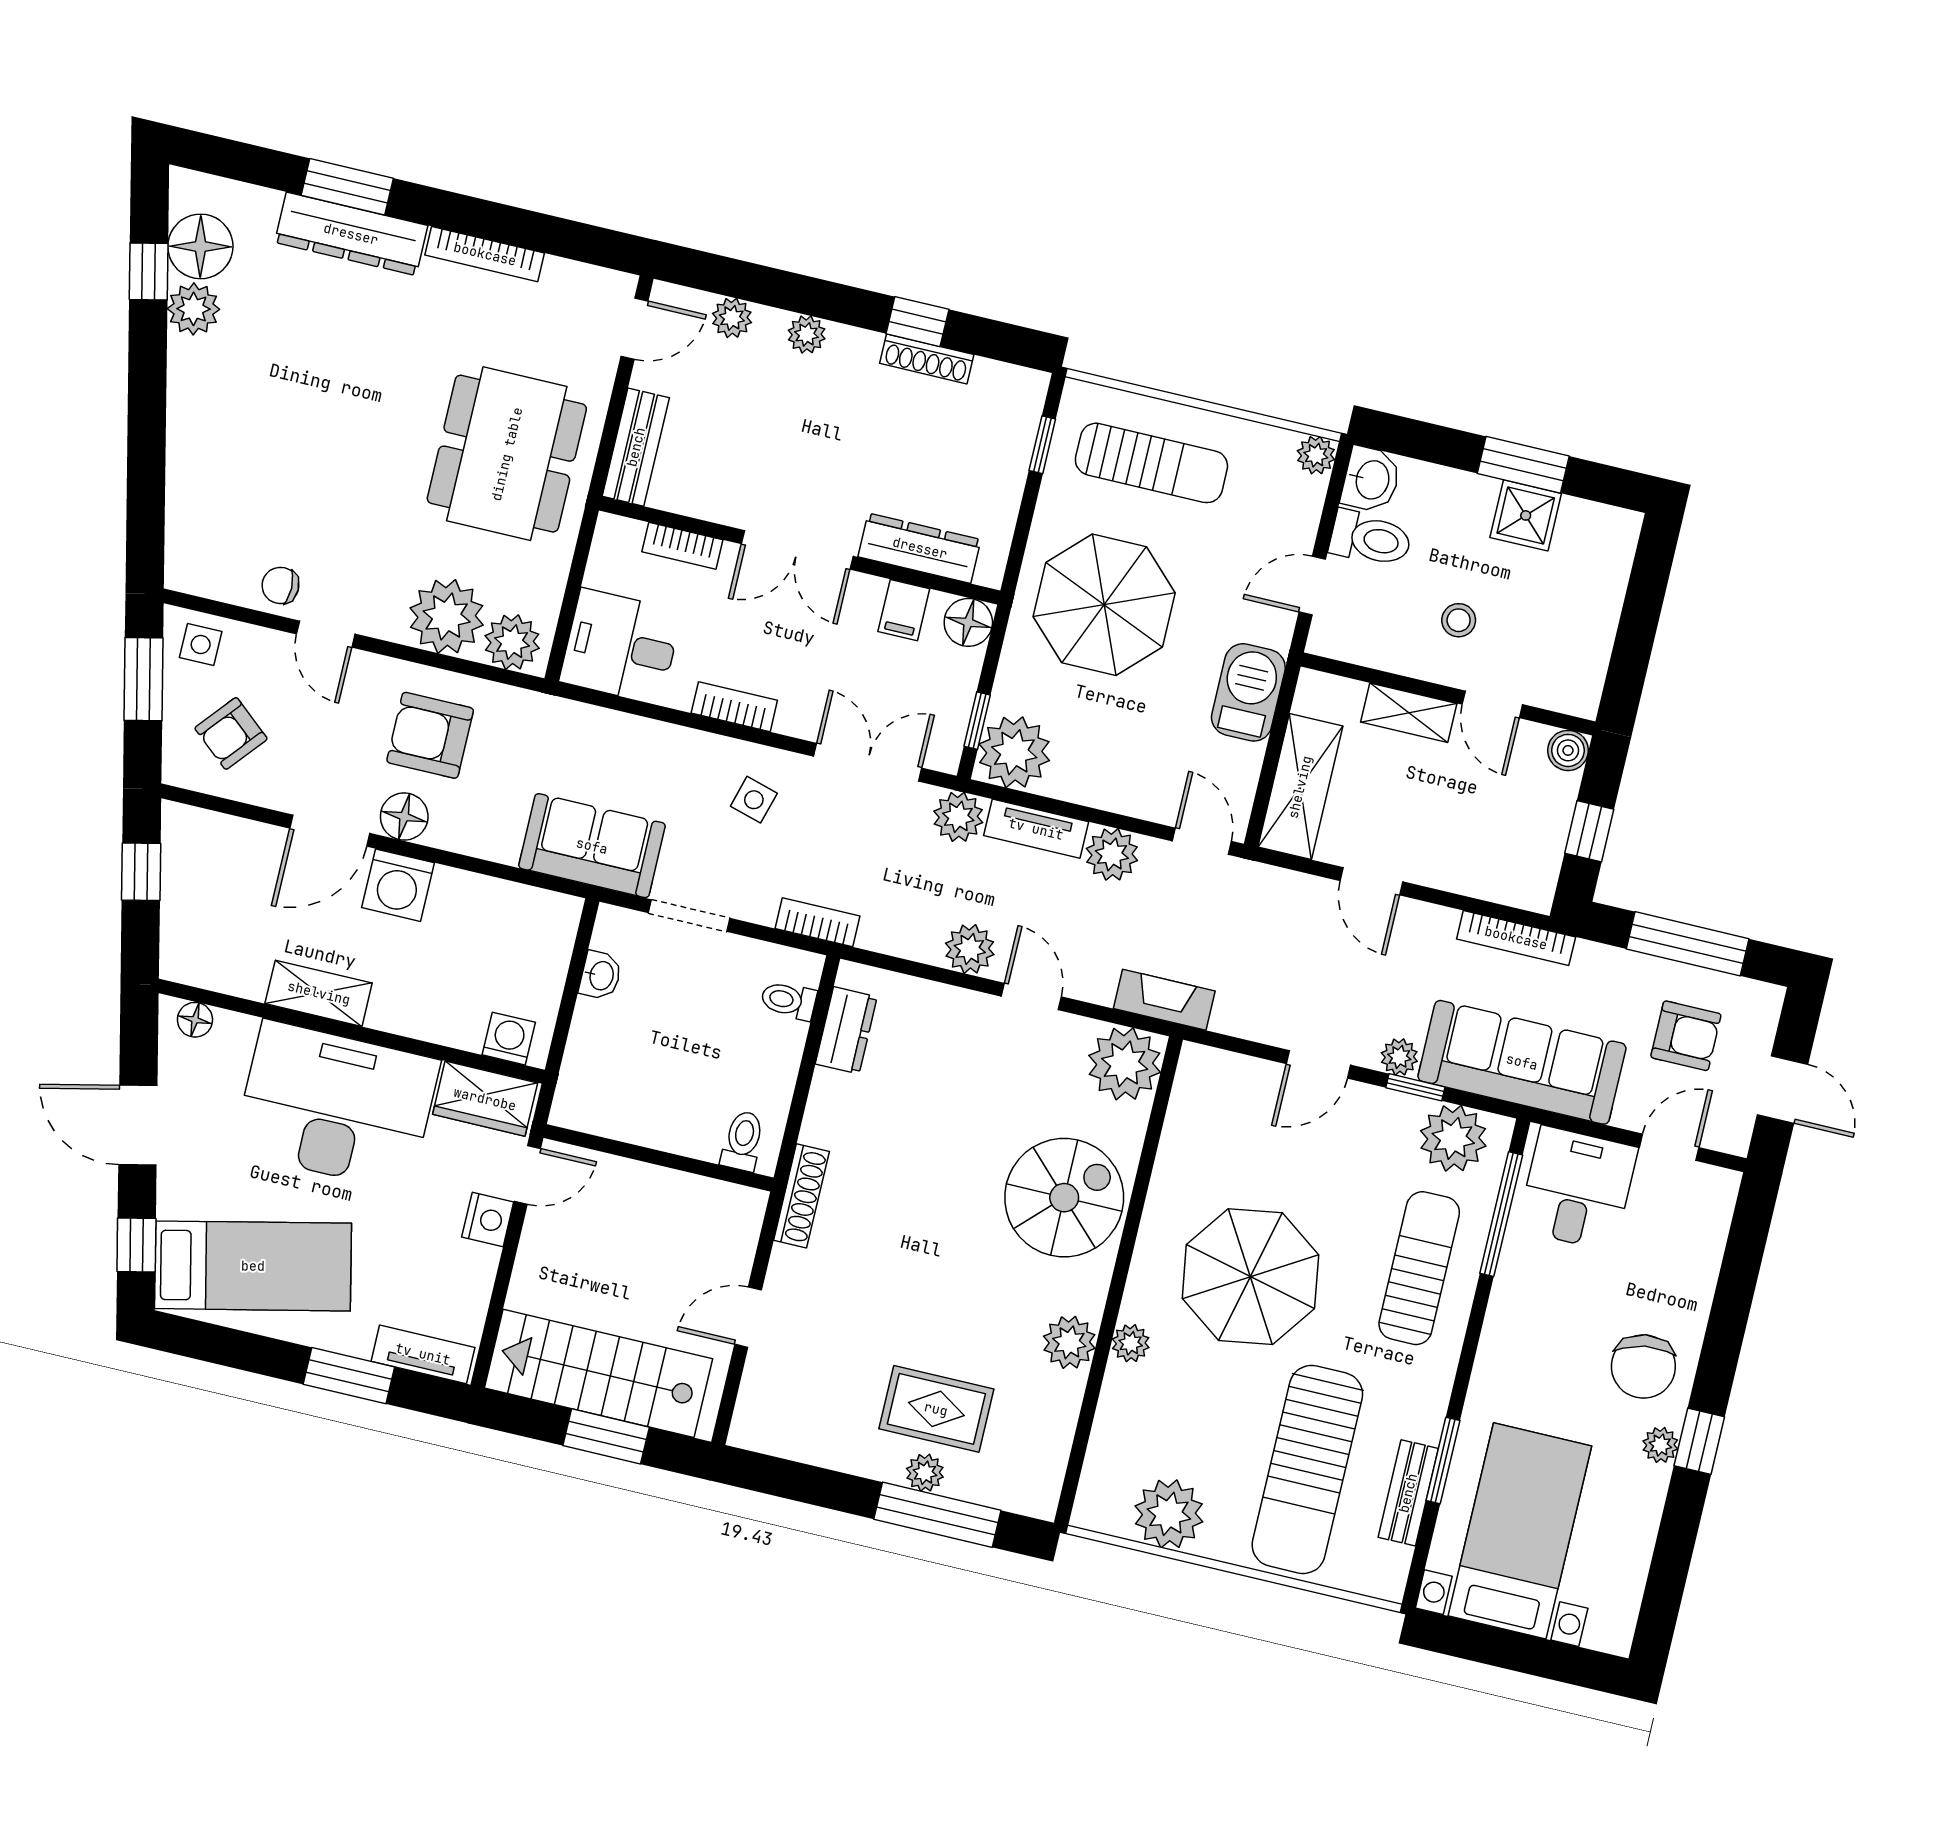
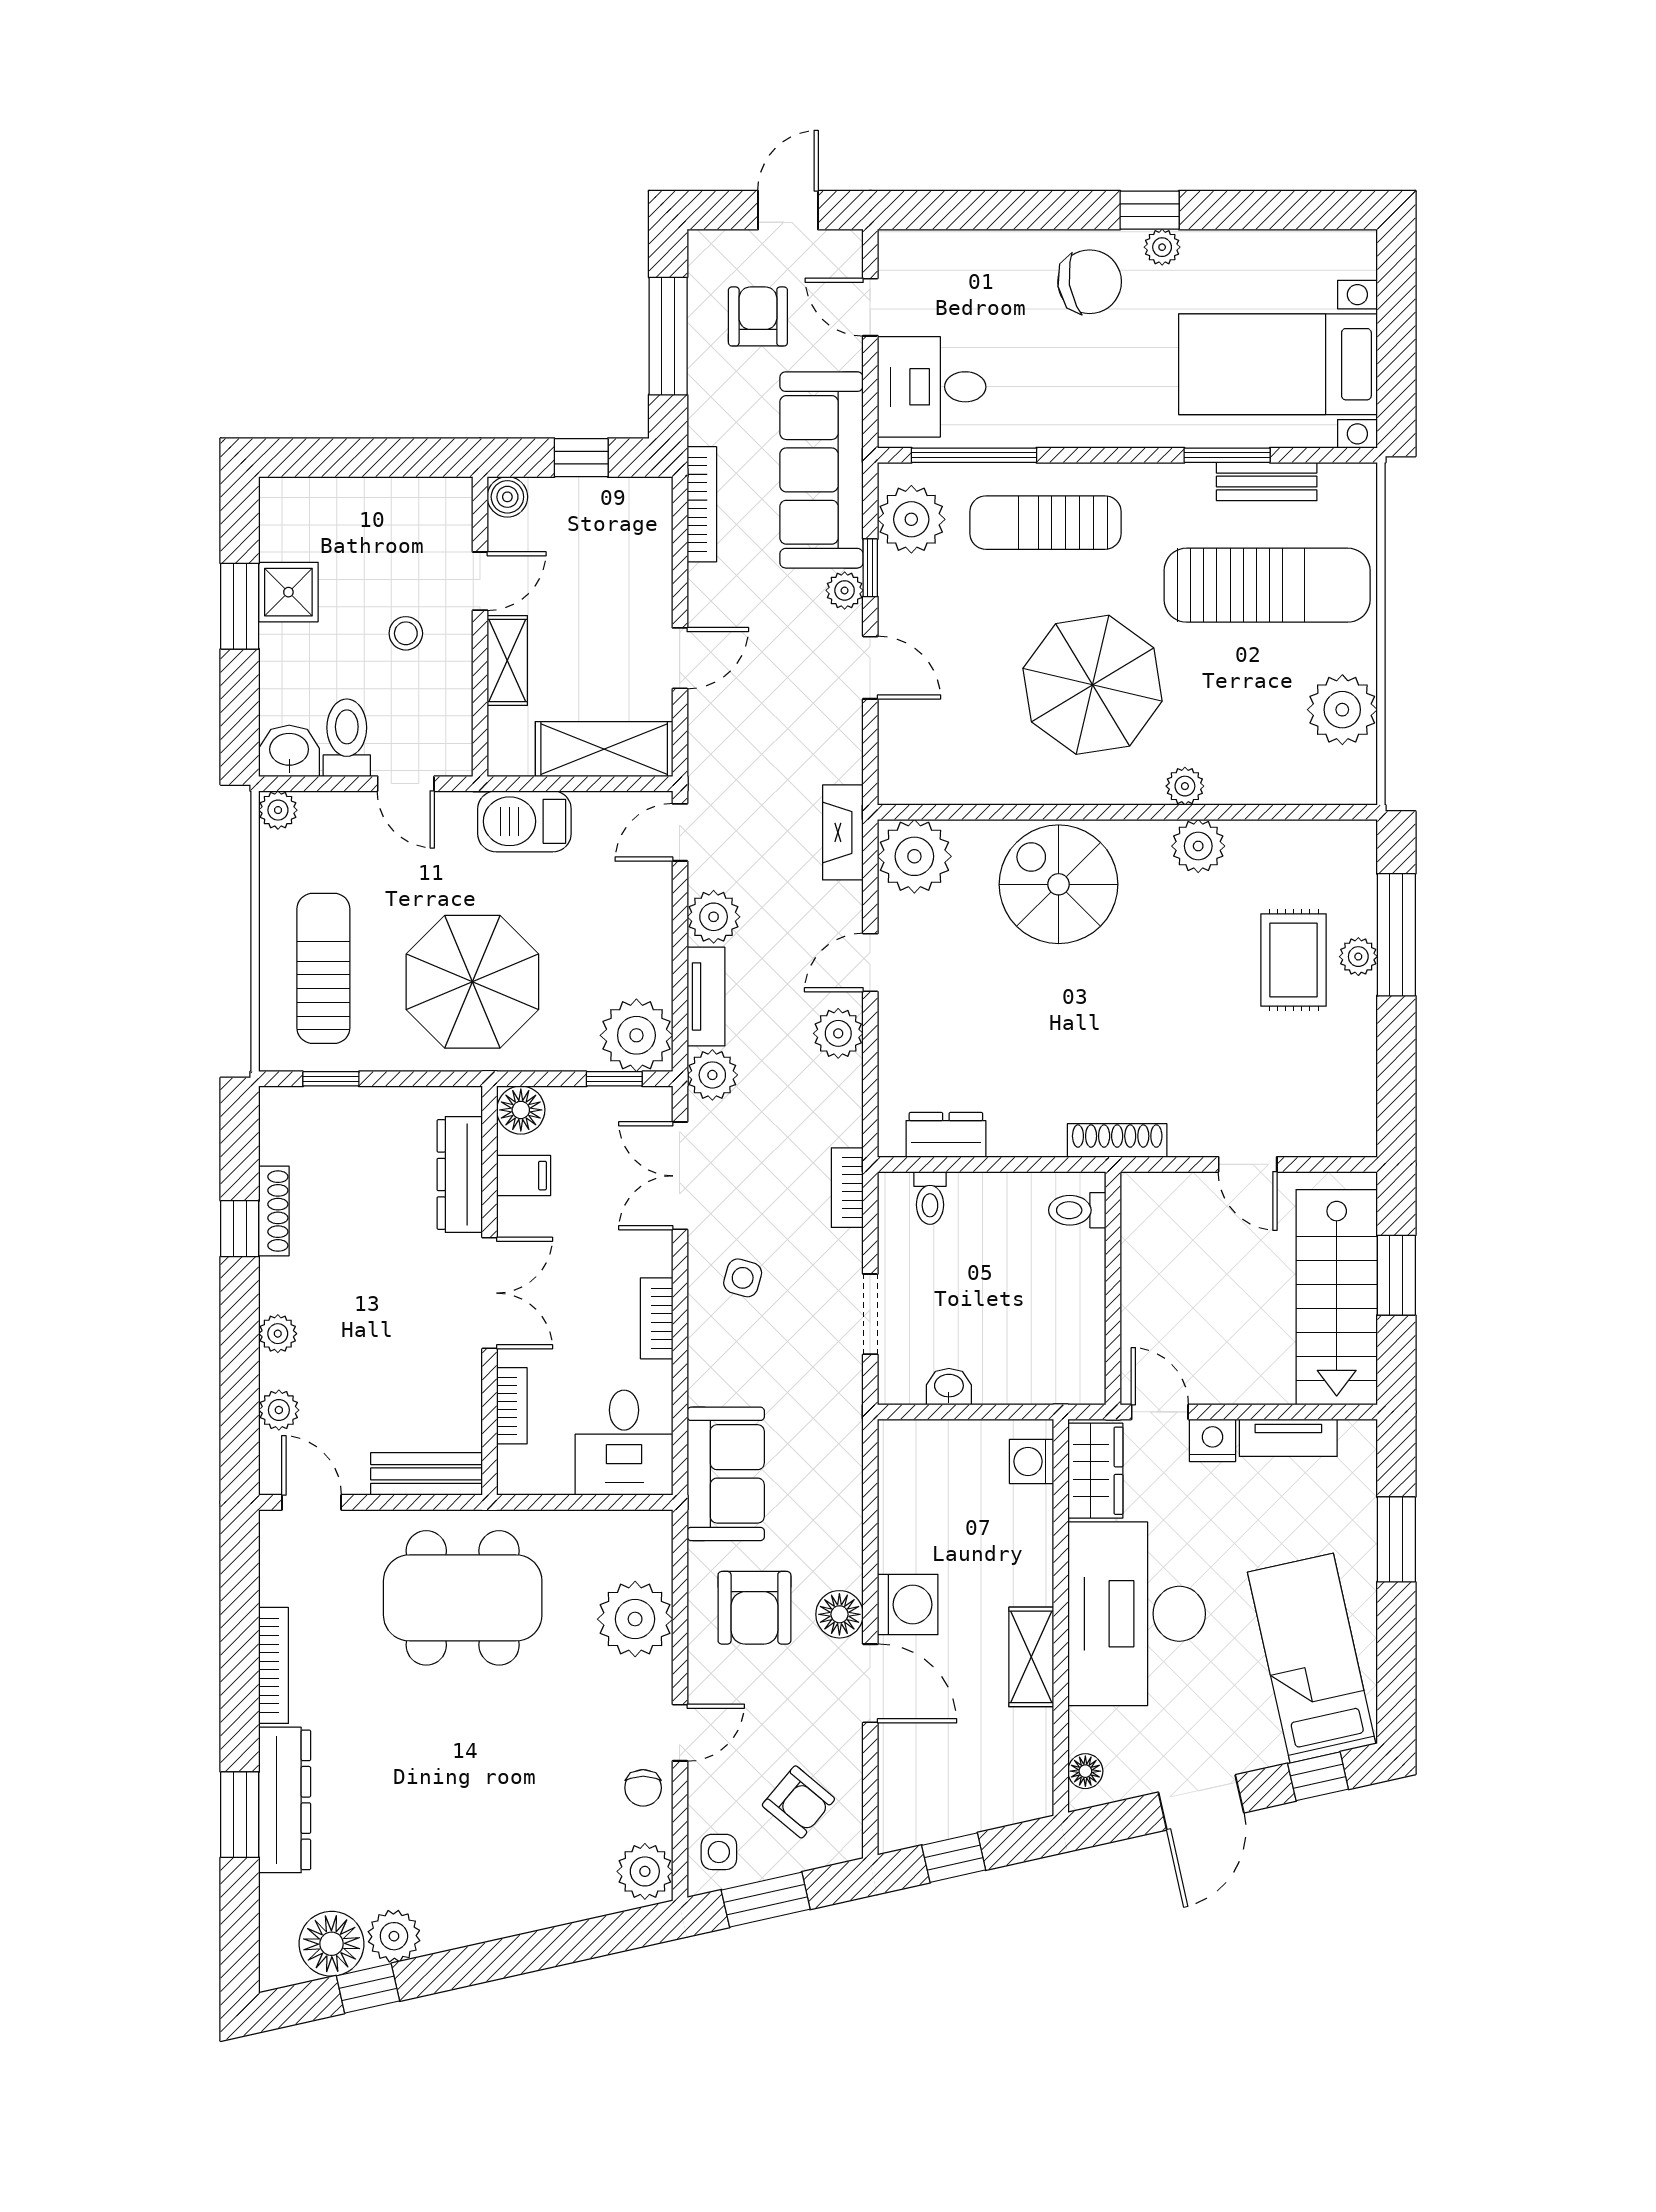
plant: (512, 642) -> (645, 1871), moved
sofa: (592, 846) -> (726, 1474), moved, turned 180
tv unit: (423, 1354) -> (1288, 1438), moved, turned -90

